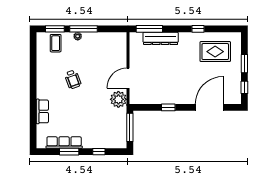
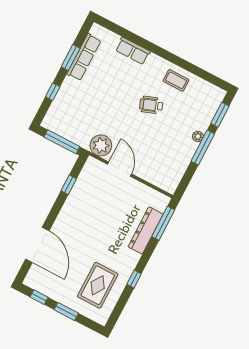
coffee table: (56, 43) -> (176, 80), moved
window: (168, 107) -> (69, 185), moved

